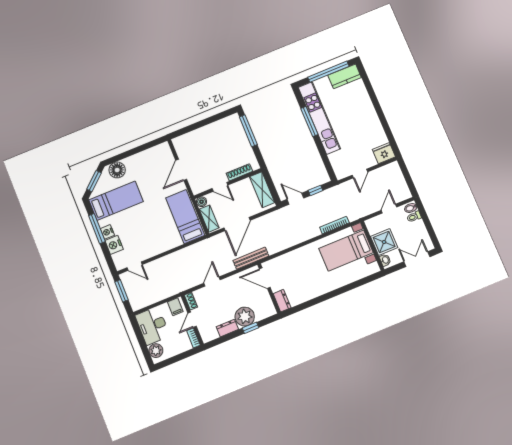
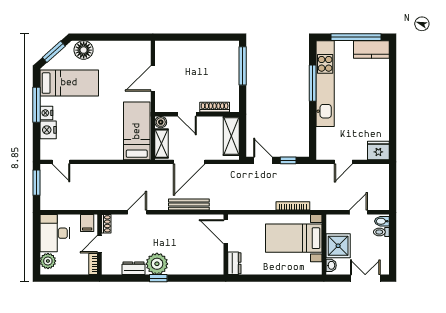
door: (265, 278) -> (226, 232), moved
wall: (269, 288) -> (226, 245), moved
dresser: (282, 301) -> (234, 263), moved

